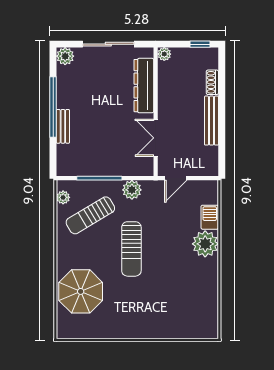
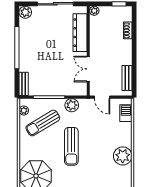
bench: (211, 121) -> (127, 78), moved, width x0.73
bench: (63, 126) -> (24, 84), moved
door: (176, 178) -> (102, 97), hinge flipped
barbecue: (210, 217) -> (126, 113), moved
plant: (205, 244) -> (123, 156), moved

